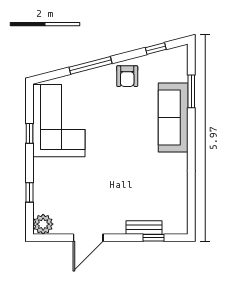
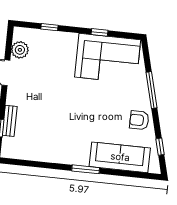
window: (191, 91) -> (86, 169), moved
sofa: (173, 117) -> (120, 157), moved
plant: (43, 224) -> (20, 50), moved

